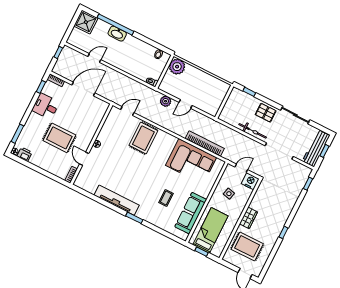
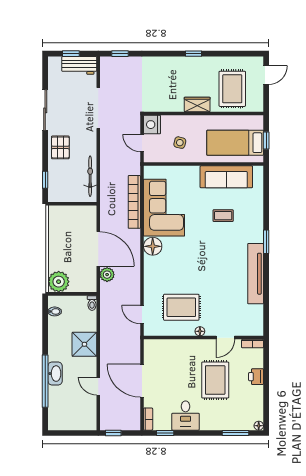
shower: (86, 22) -> (84, 344), moved
door: (186, 104) -> (98, 249), width x1.87
bicycle: (253, 131) -> (90, 176), moved
rug: (143, 138) -> (181, 307), moved
floor lamp: (169, 141) -> (153, 246), added
workbench: (316, 148) -> (79, 65), width x0.73
printer: (24, 154) -> (256, 377), moved

